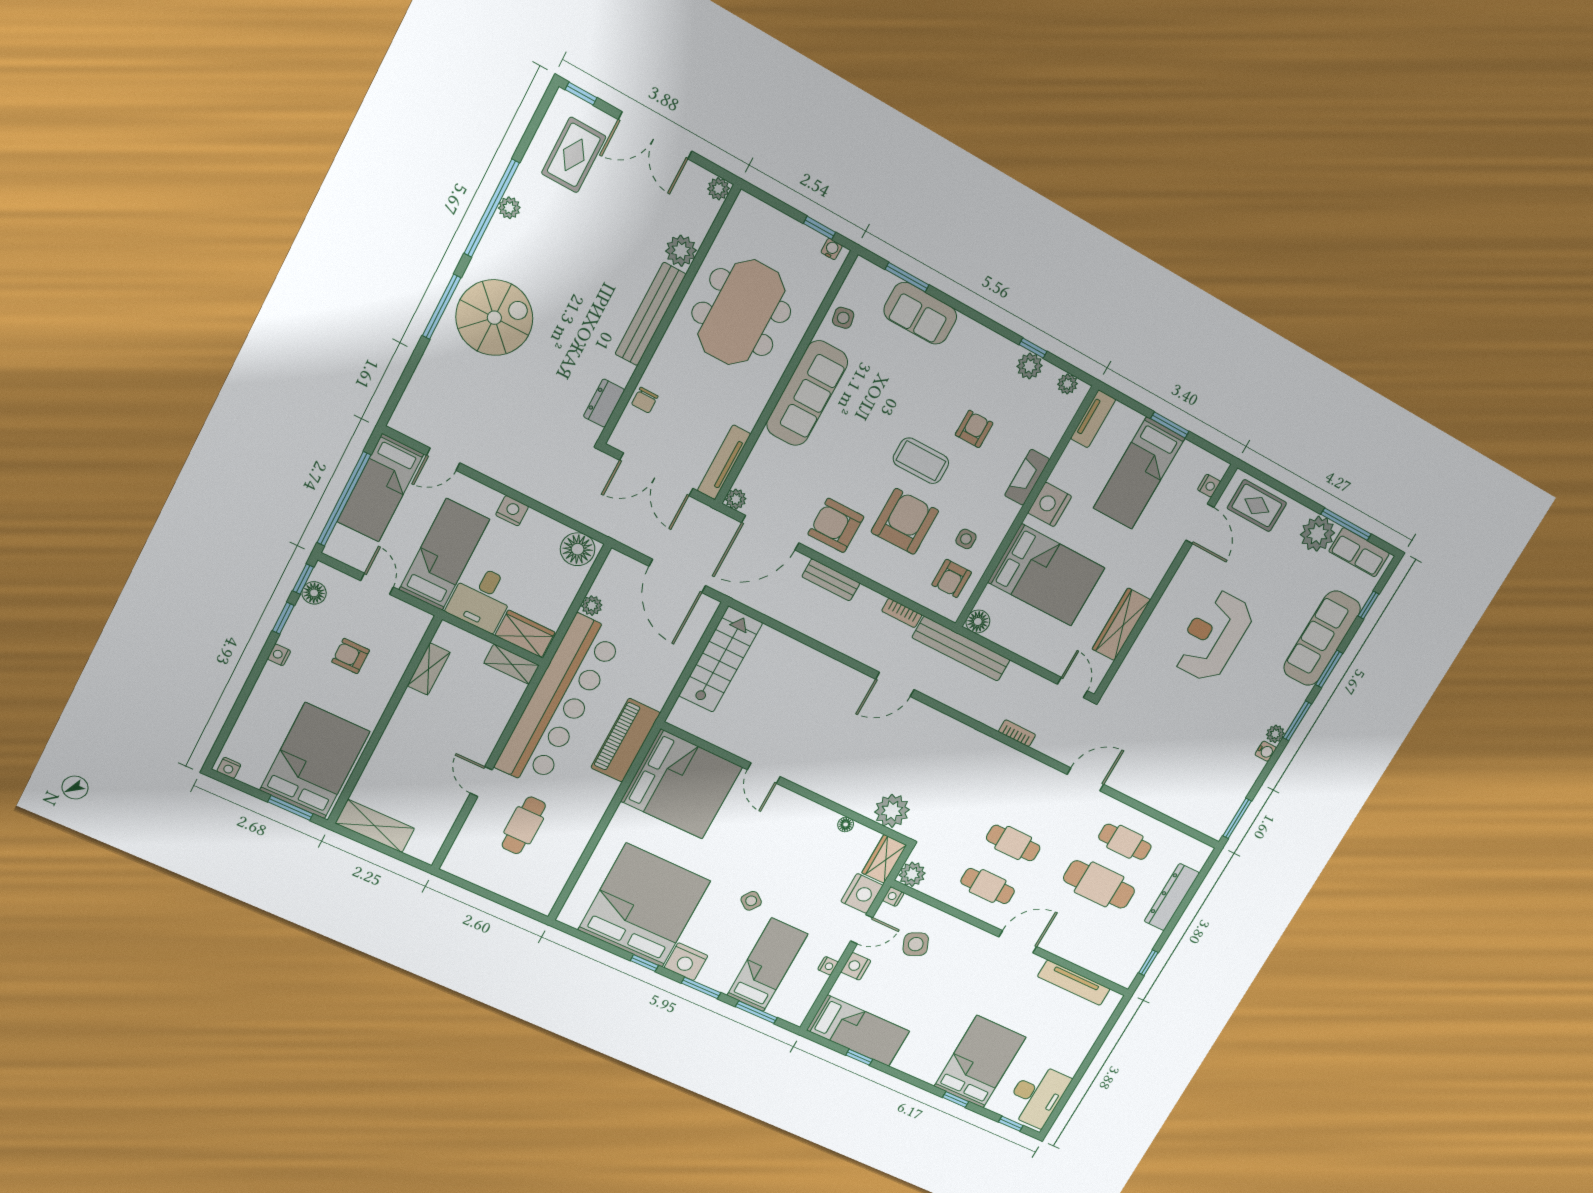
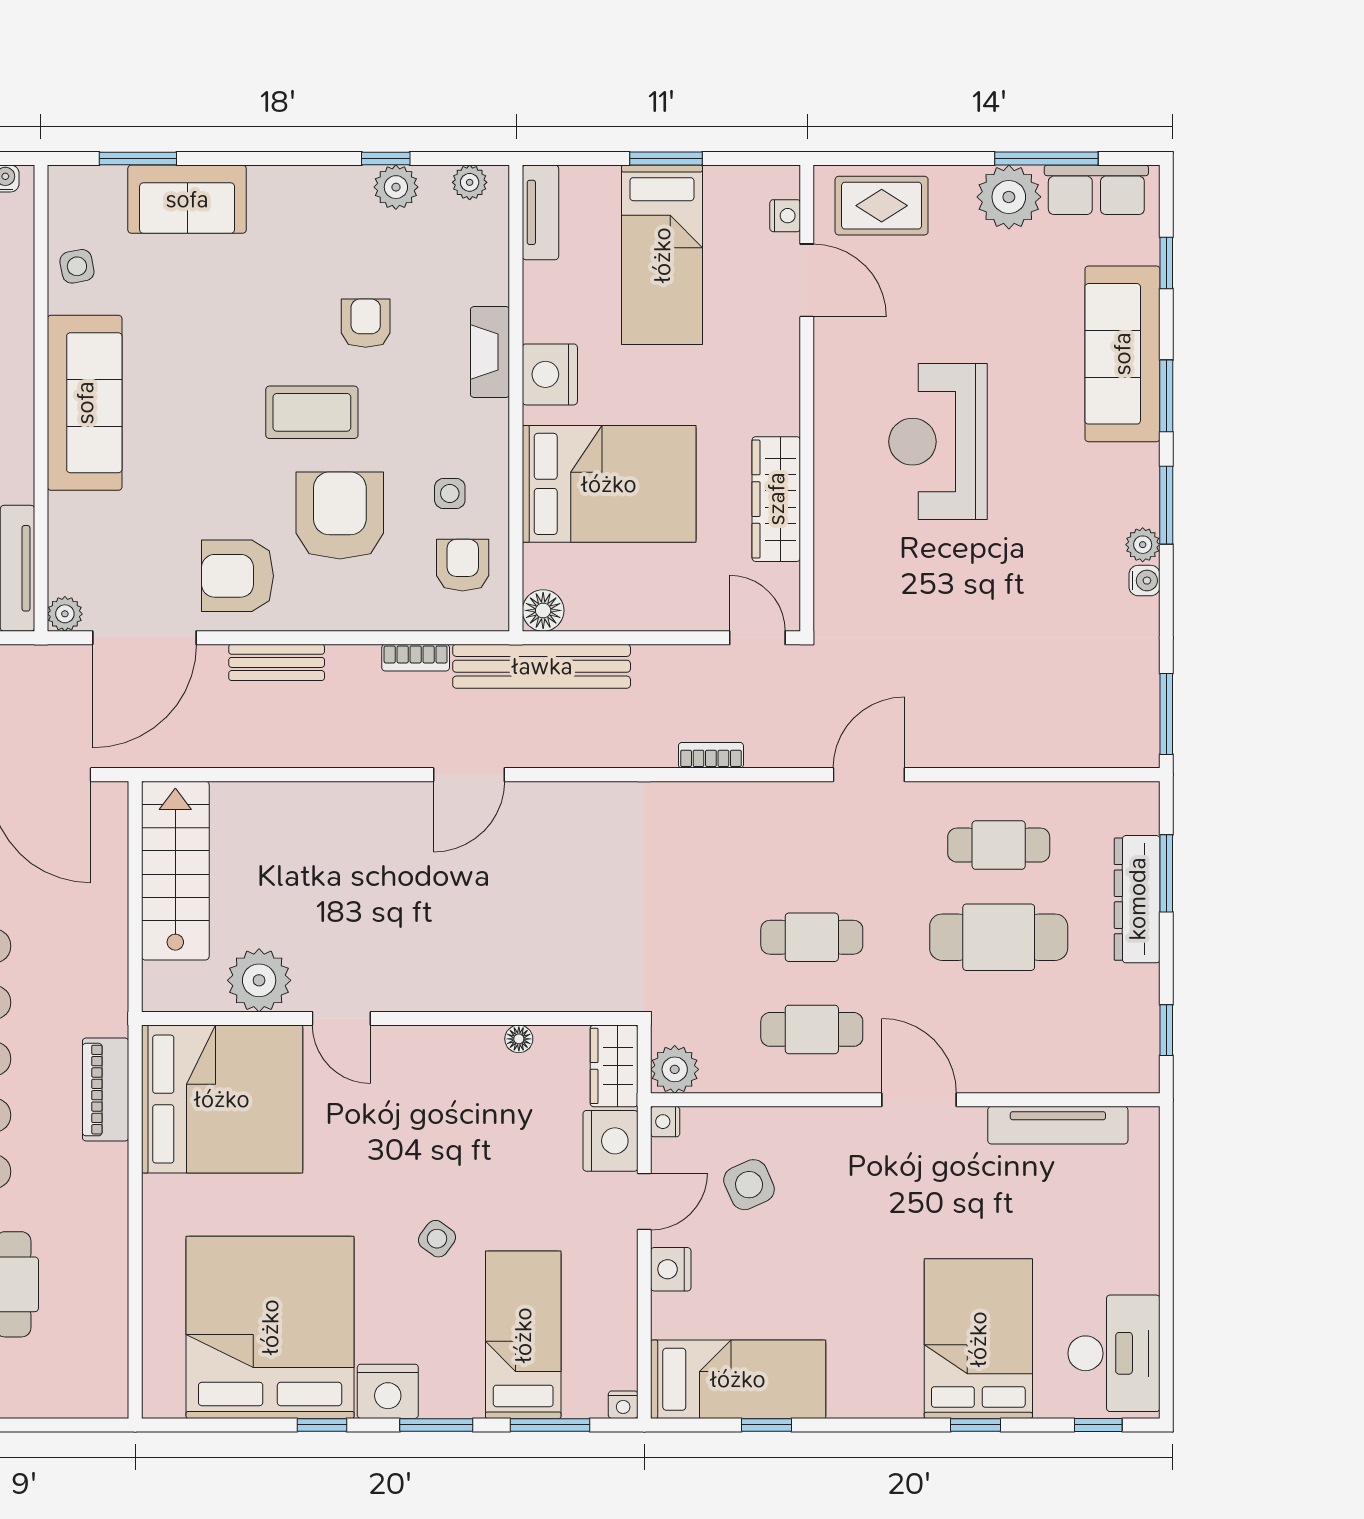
armchair: (952, 578) -> (463, 565), turned 180
piano: (626, 740) -> (106, 1090), width x0.73, depth x0.75
plant: (892, 811) -> (259, 980), moved
window: (1192, 892) -> (1166, 873), added
door: (1018, 942) -> (919, 1100), hinge flipped
nightstand: (828, 966) -> (623, 1405), moved, turned 90

